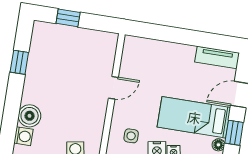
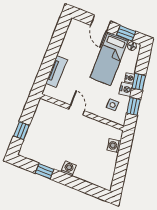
tv unit: (217, 57) -> (56, 72), moved
boiler: (30, 116) -> (83, 172), removed
washing machine: (23, 136) -> (69, 169), moved

